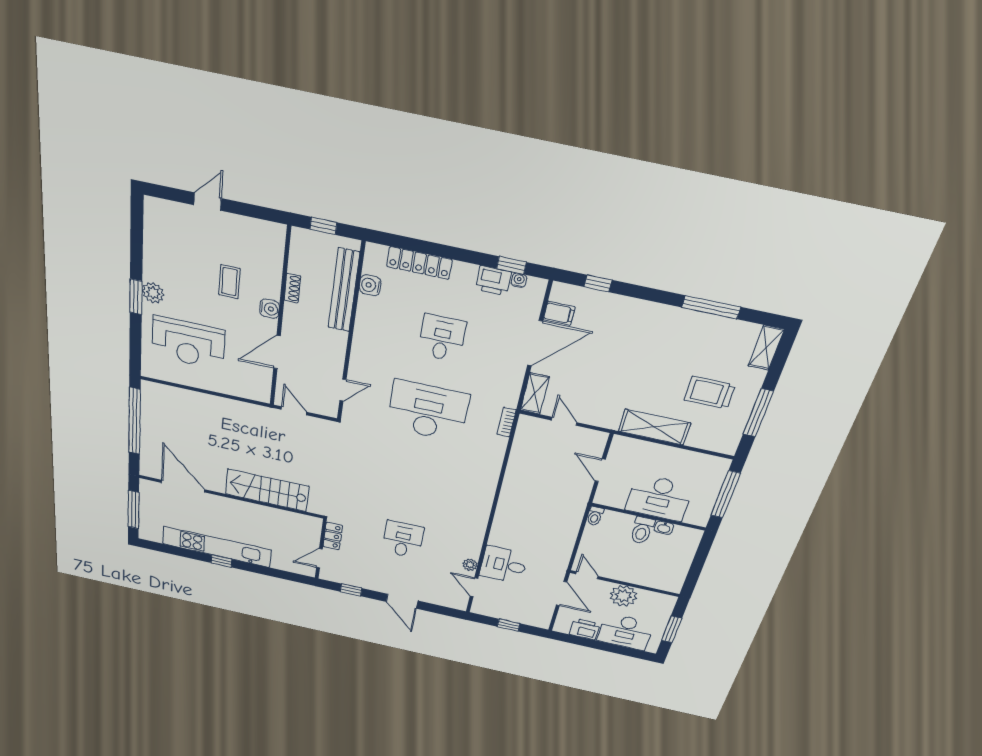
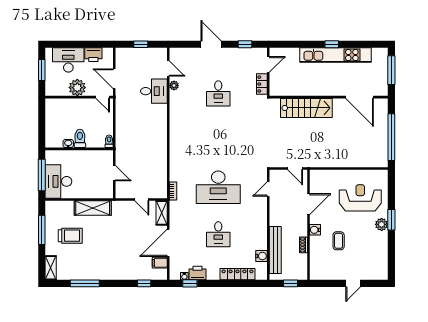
desk: (659, 498) -> (58, 181), moved, turned -90

